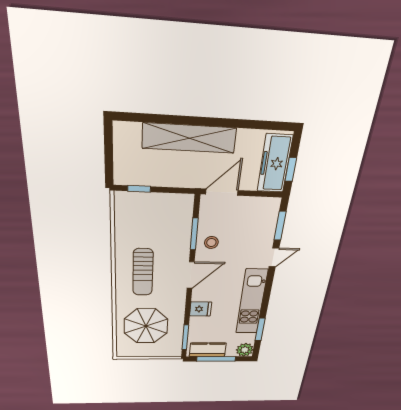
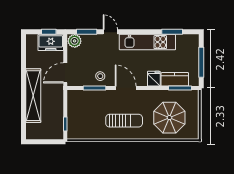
freezer: (275, 164) -> (51, 42), width x0.71
door: (222, 192) -> (65, 73), hinge flipped
kitchen counter: (208, 350) -> (175, 79), moved, turned 90
plant: (245, 350) -> (75, 41), moved

